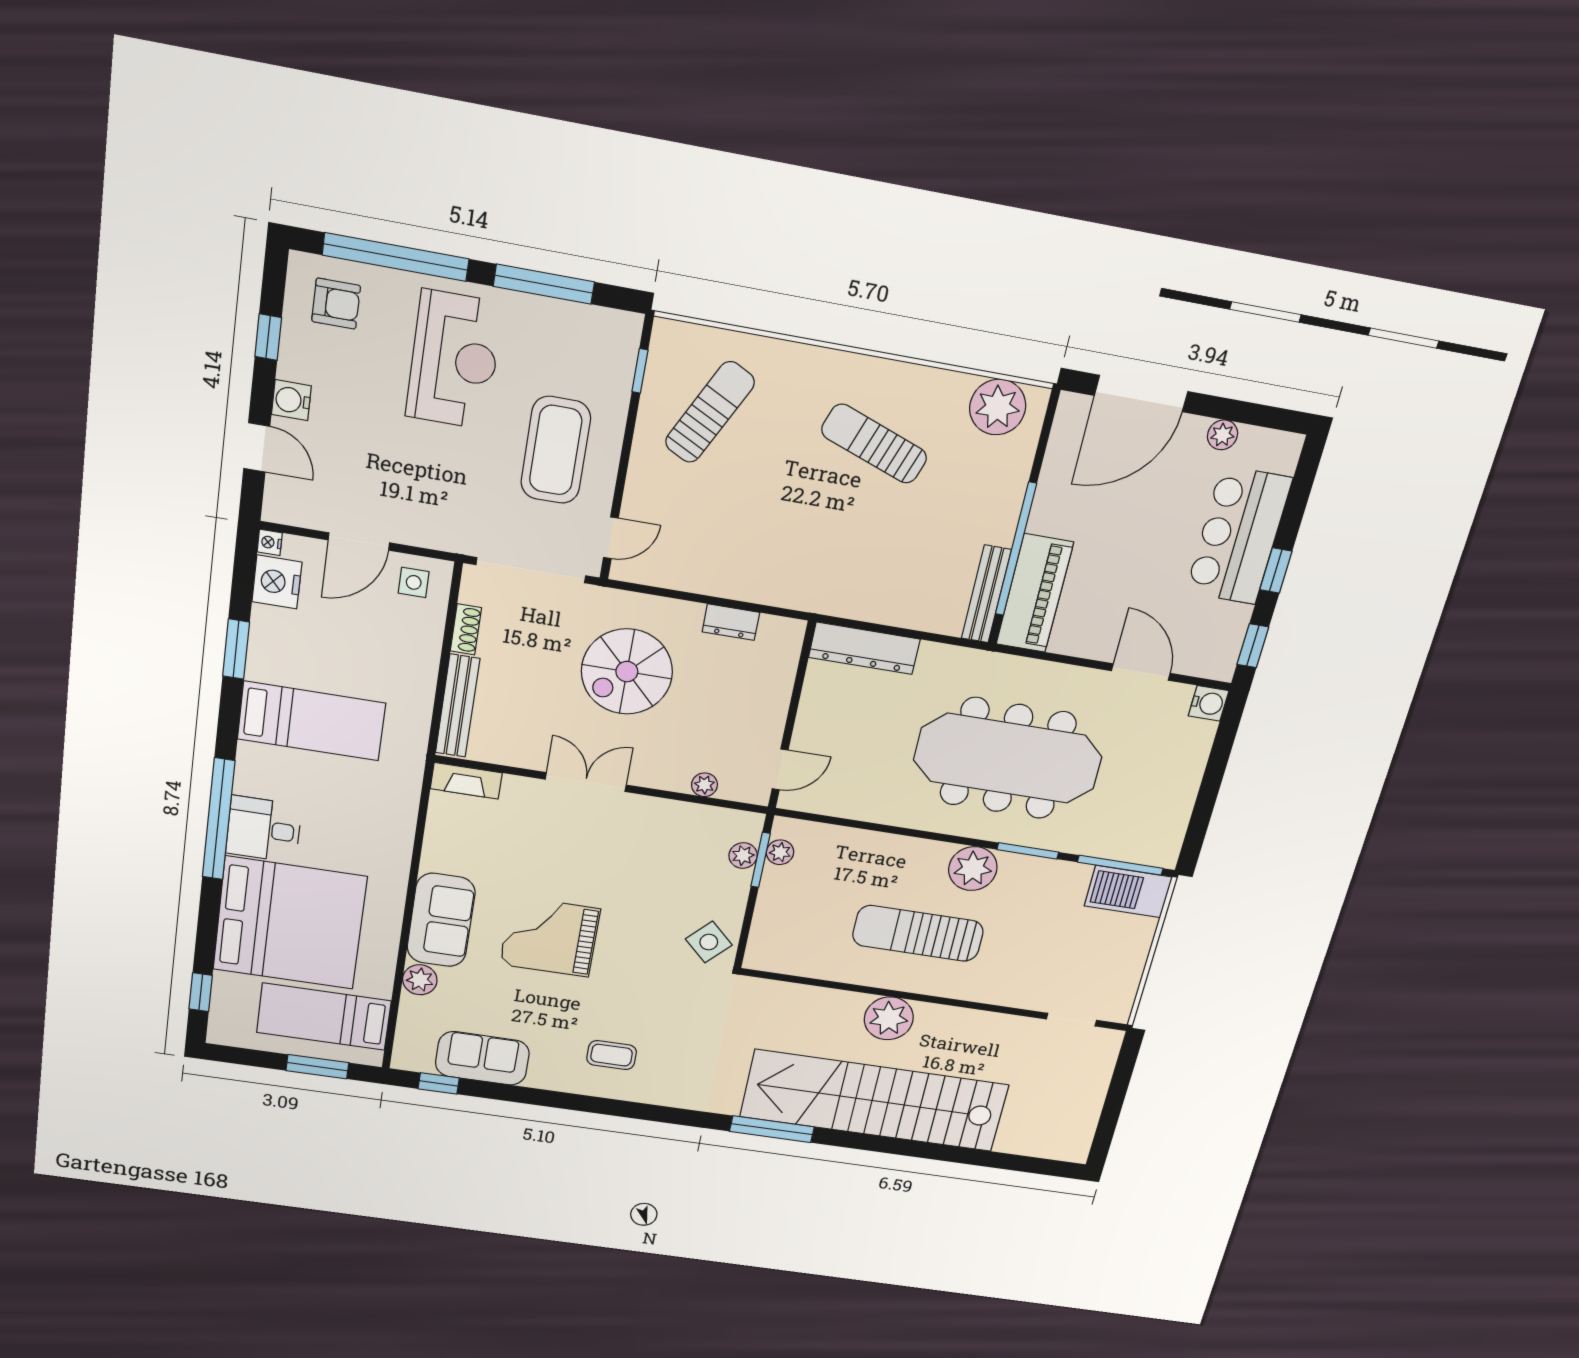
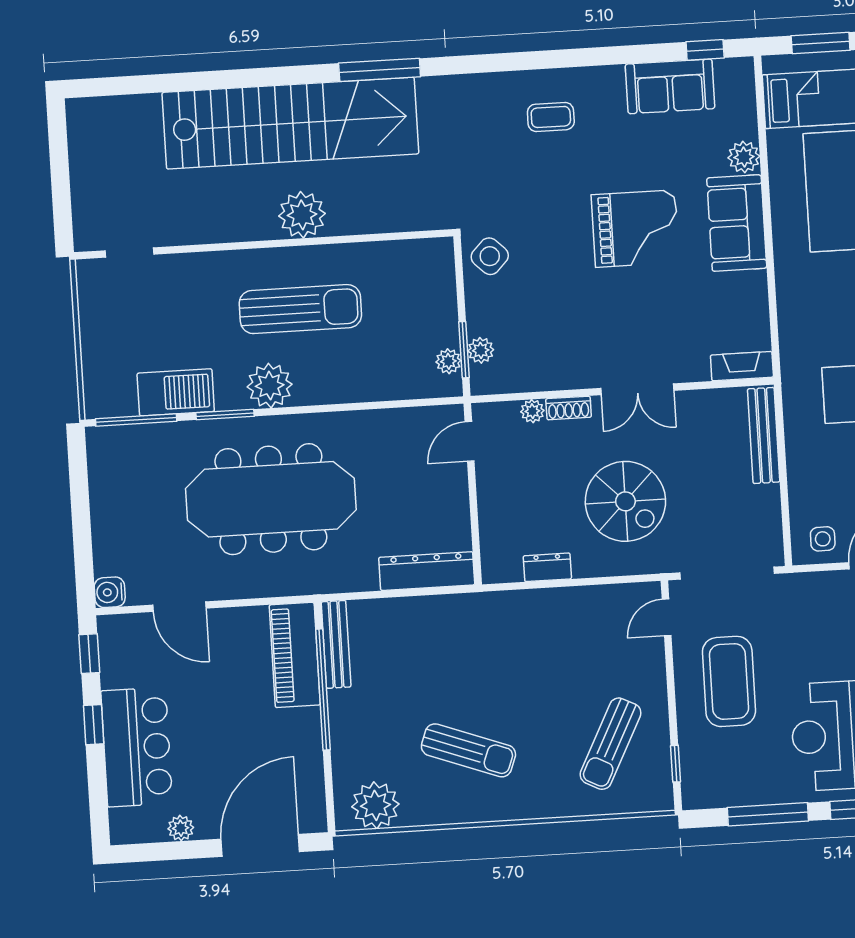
shoe rack: (466, 629) -> (569, 408), moved, turned -90
spiral stairs: (627, 672) -> (625, 501), turned 90
barbecue: (1128, 891) -> (176, 392), moved

